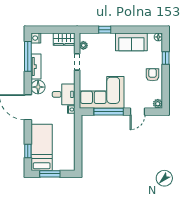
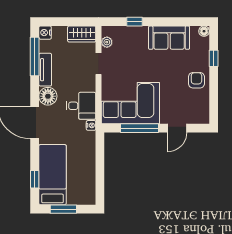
plant: (158, 104) -> (203, 118), removed

